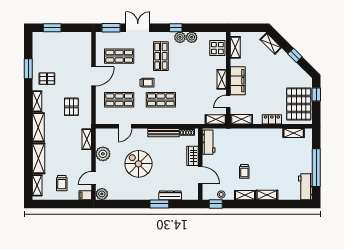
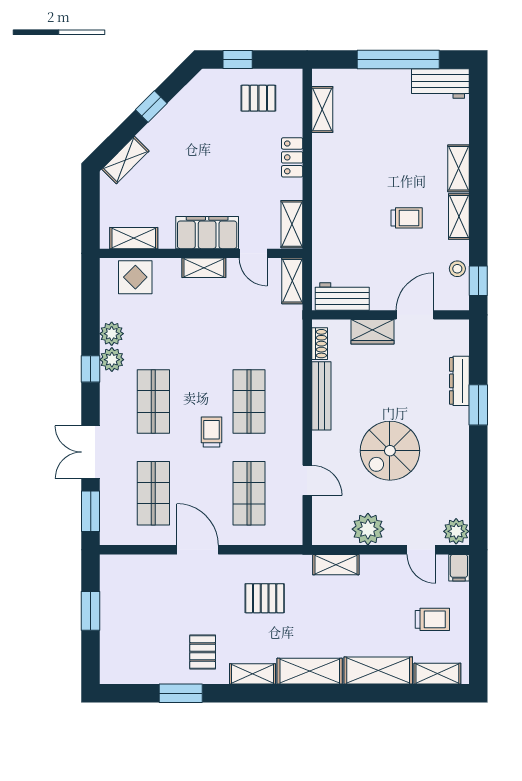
window: (52, 28) -> (91, 611), moved
shop shelf: (161, 56) -> (153, 402), turned 90
pallet: (299, 104) -> (258, 98), width x0.49, depth x0.50

